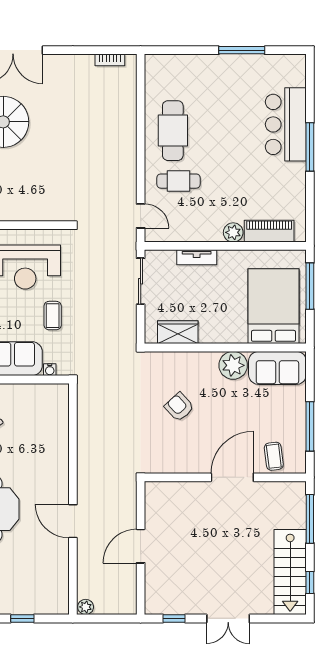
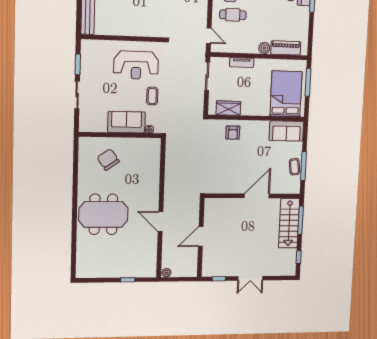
plant: (233, 365) -> (260, 129), removed
armchair: (179, 407) -> (233, 133), moved, turned -137
coffee table: (274, 456) -> (295, 167), moved
stairs: (290, 572) -> (289, 223), moved

